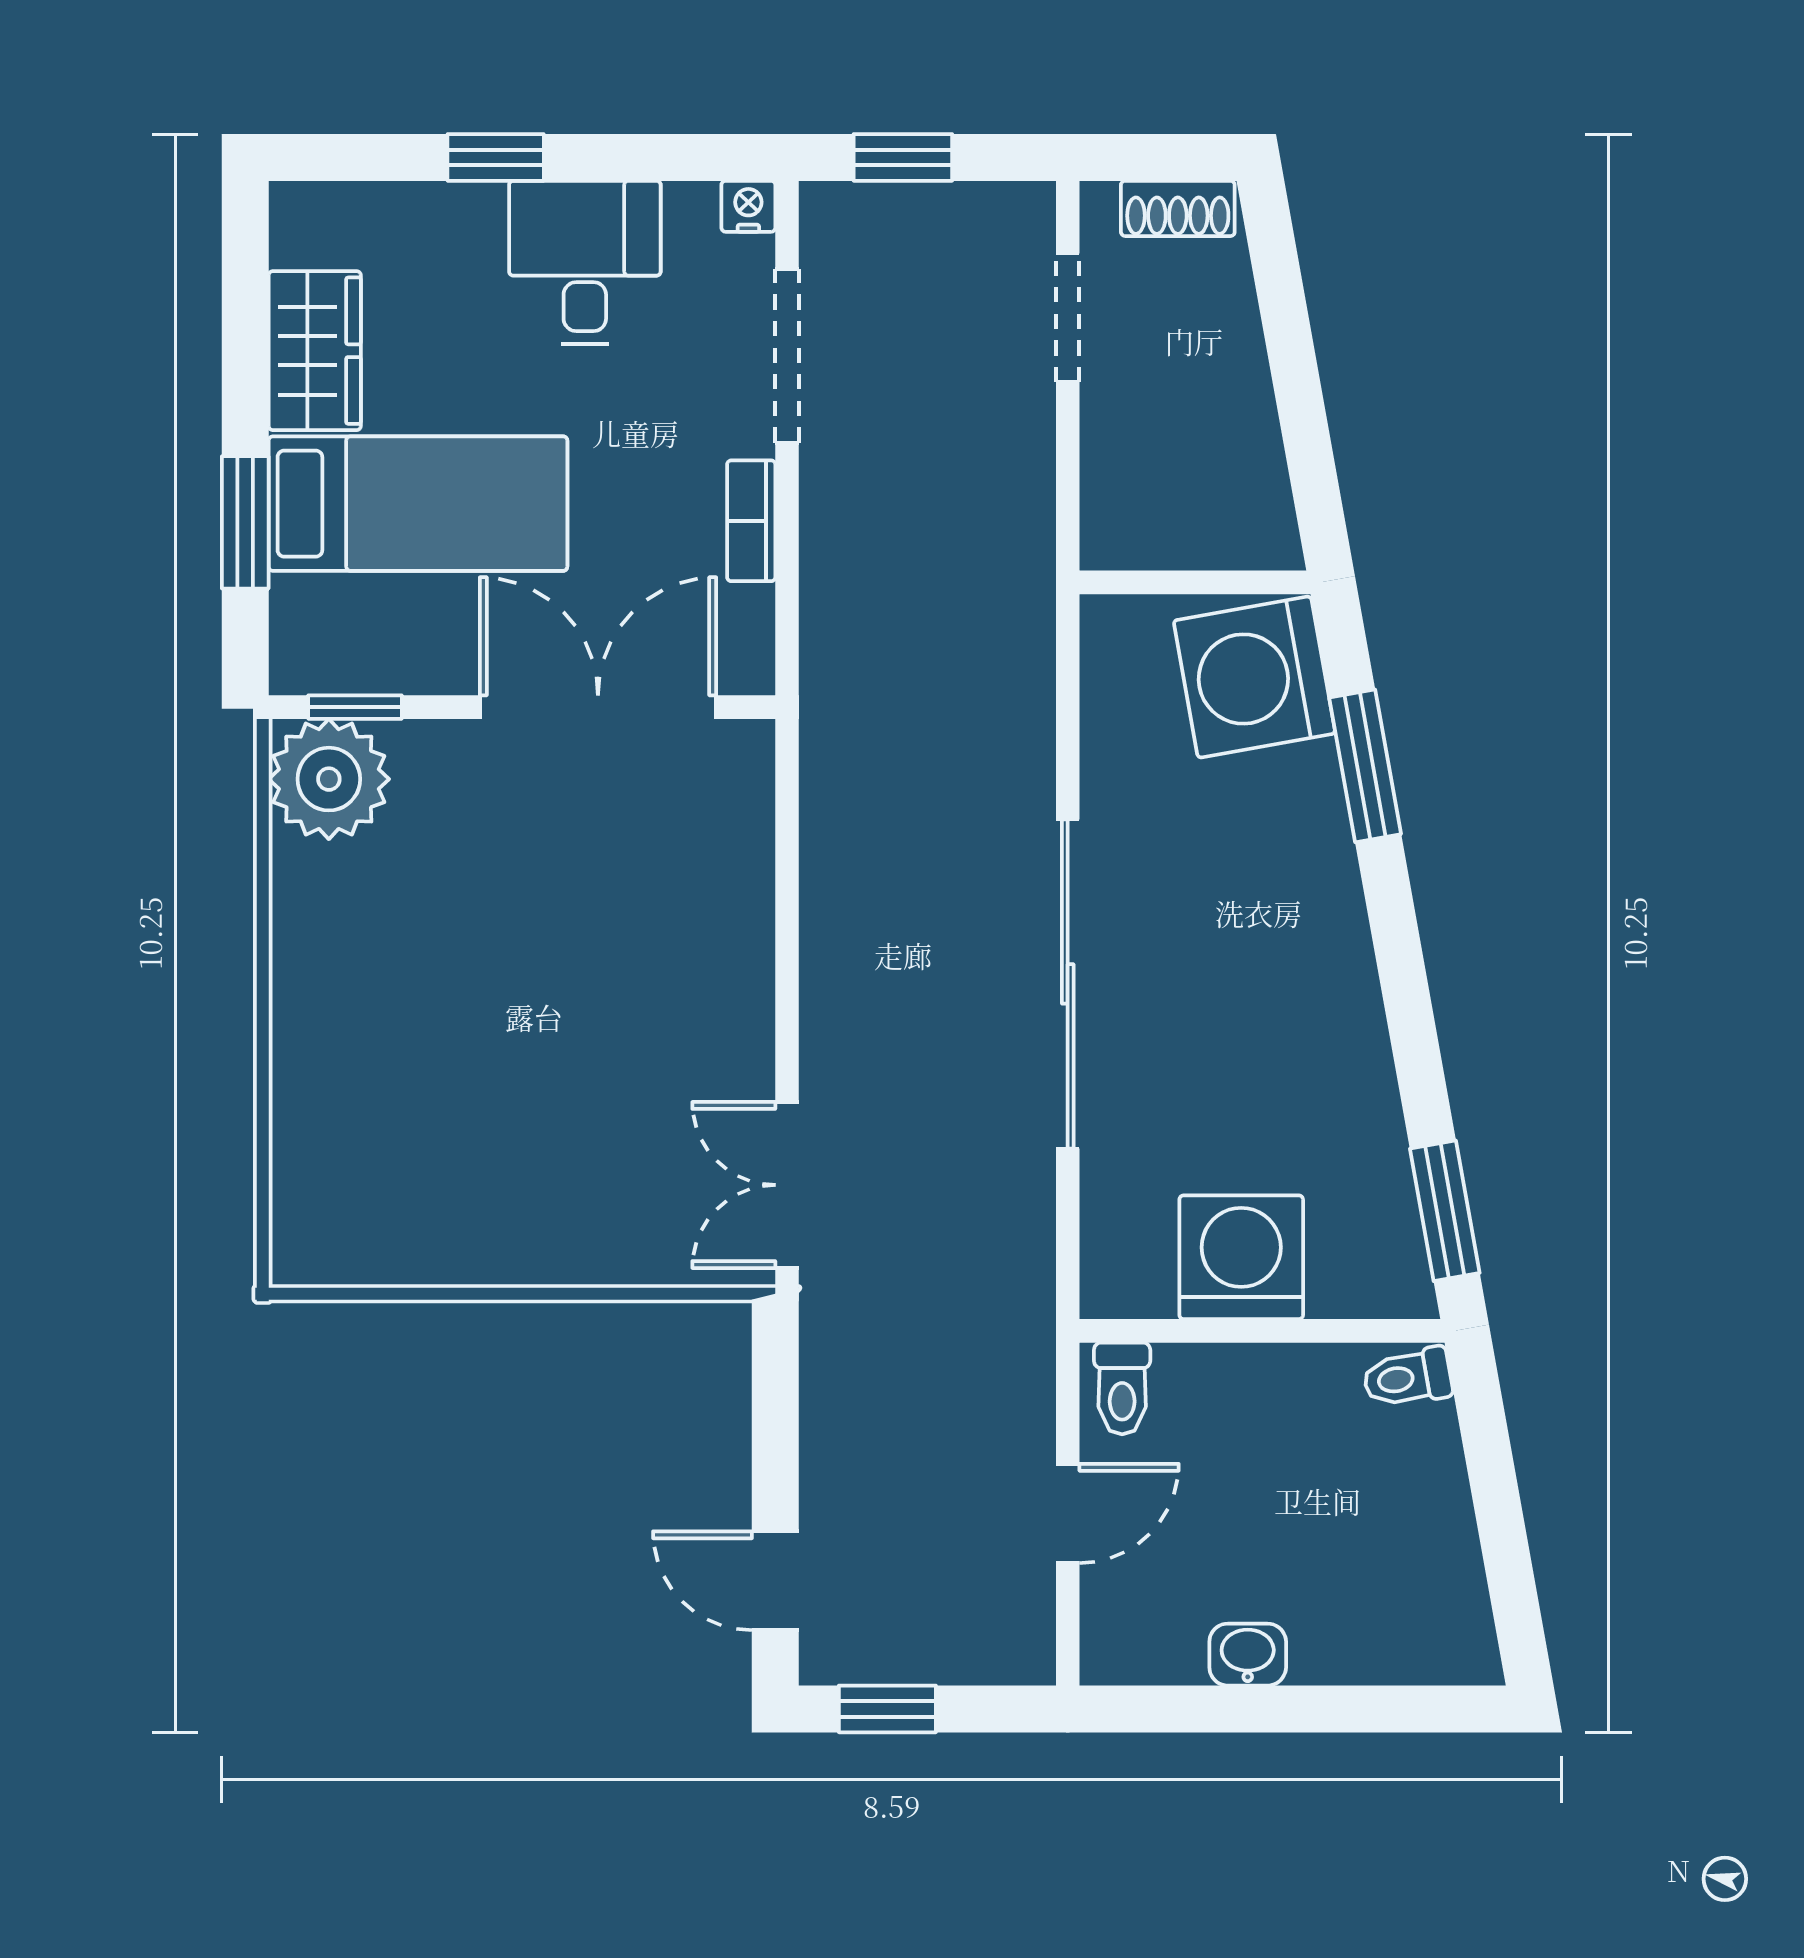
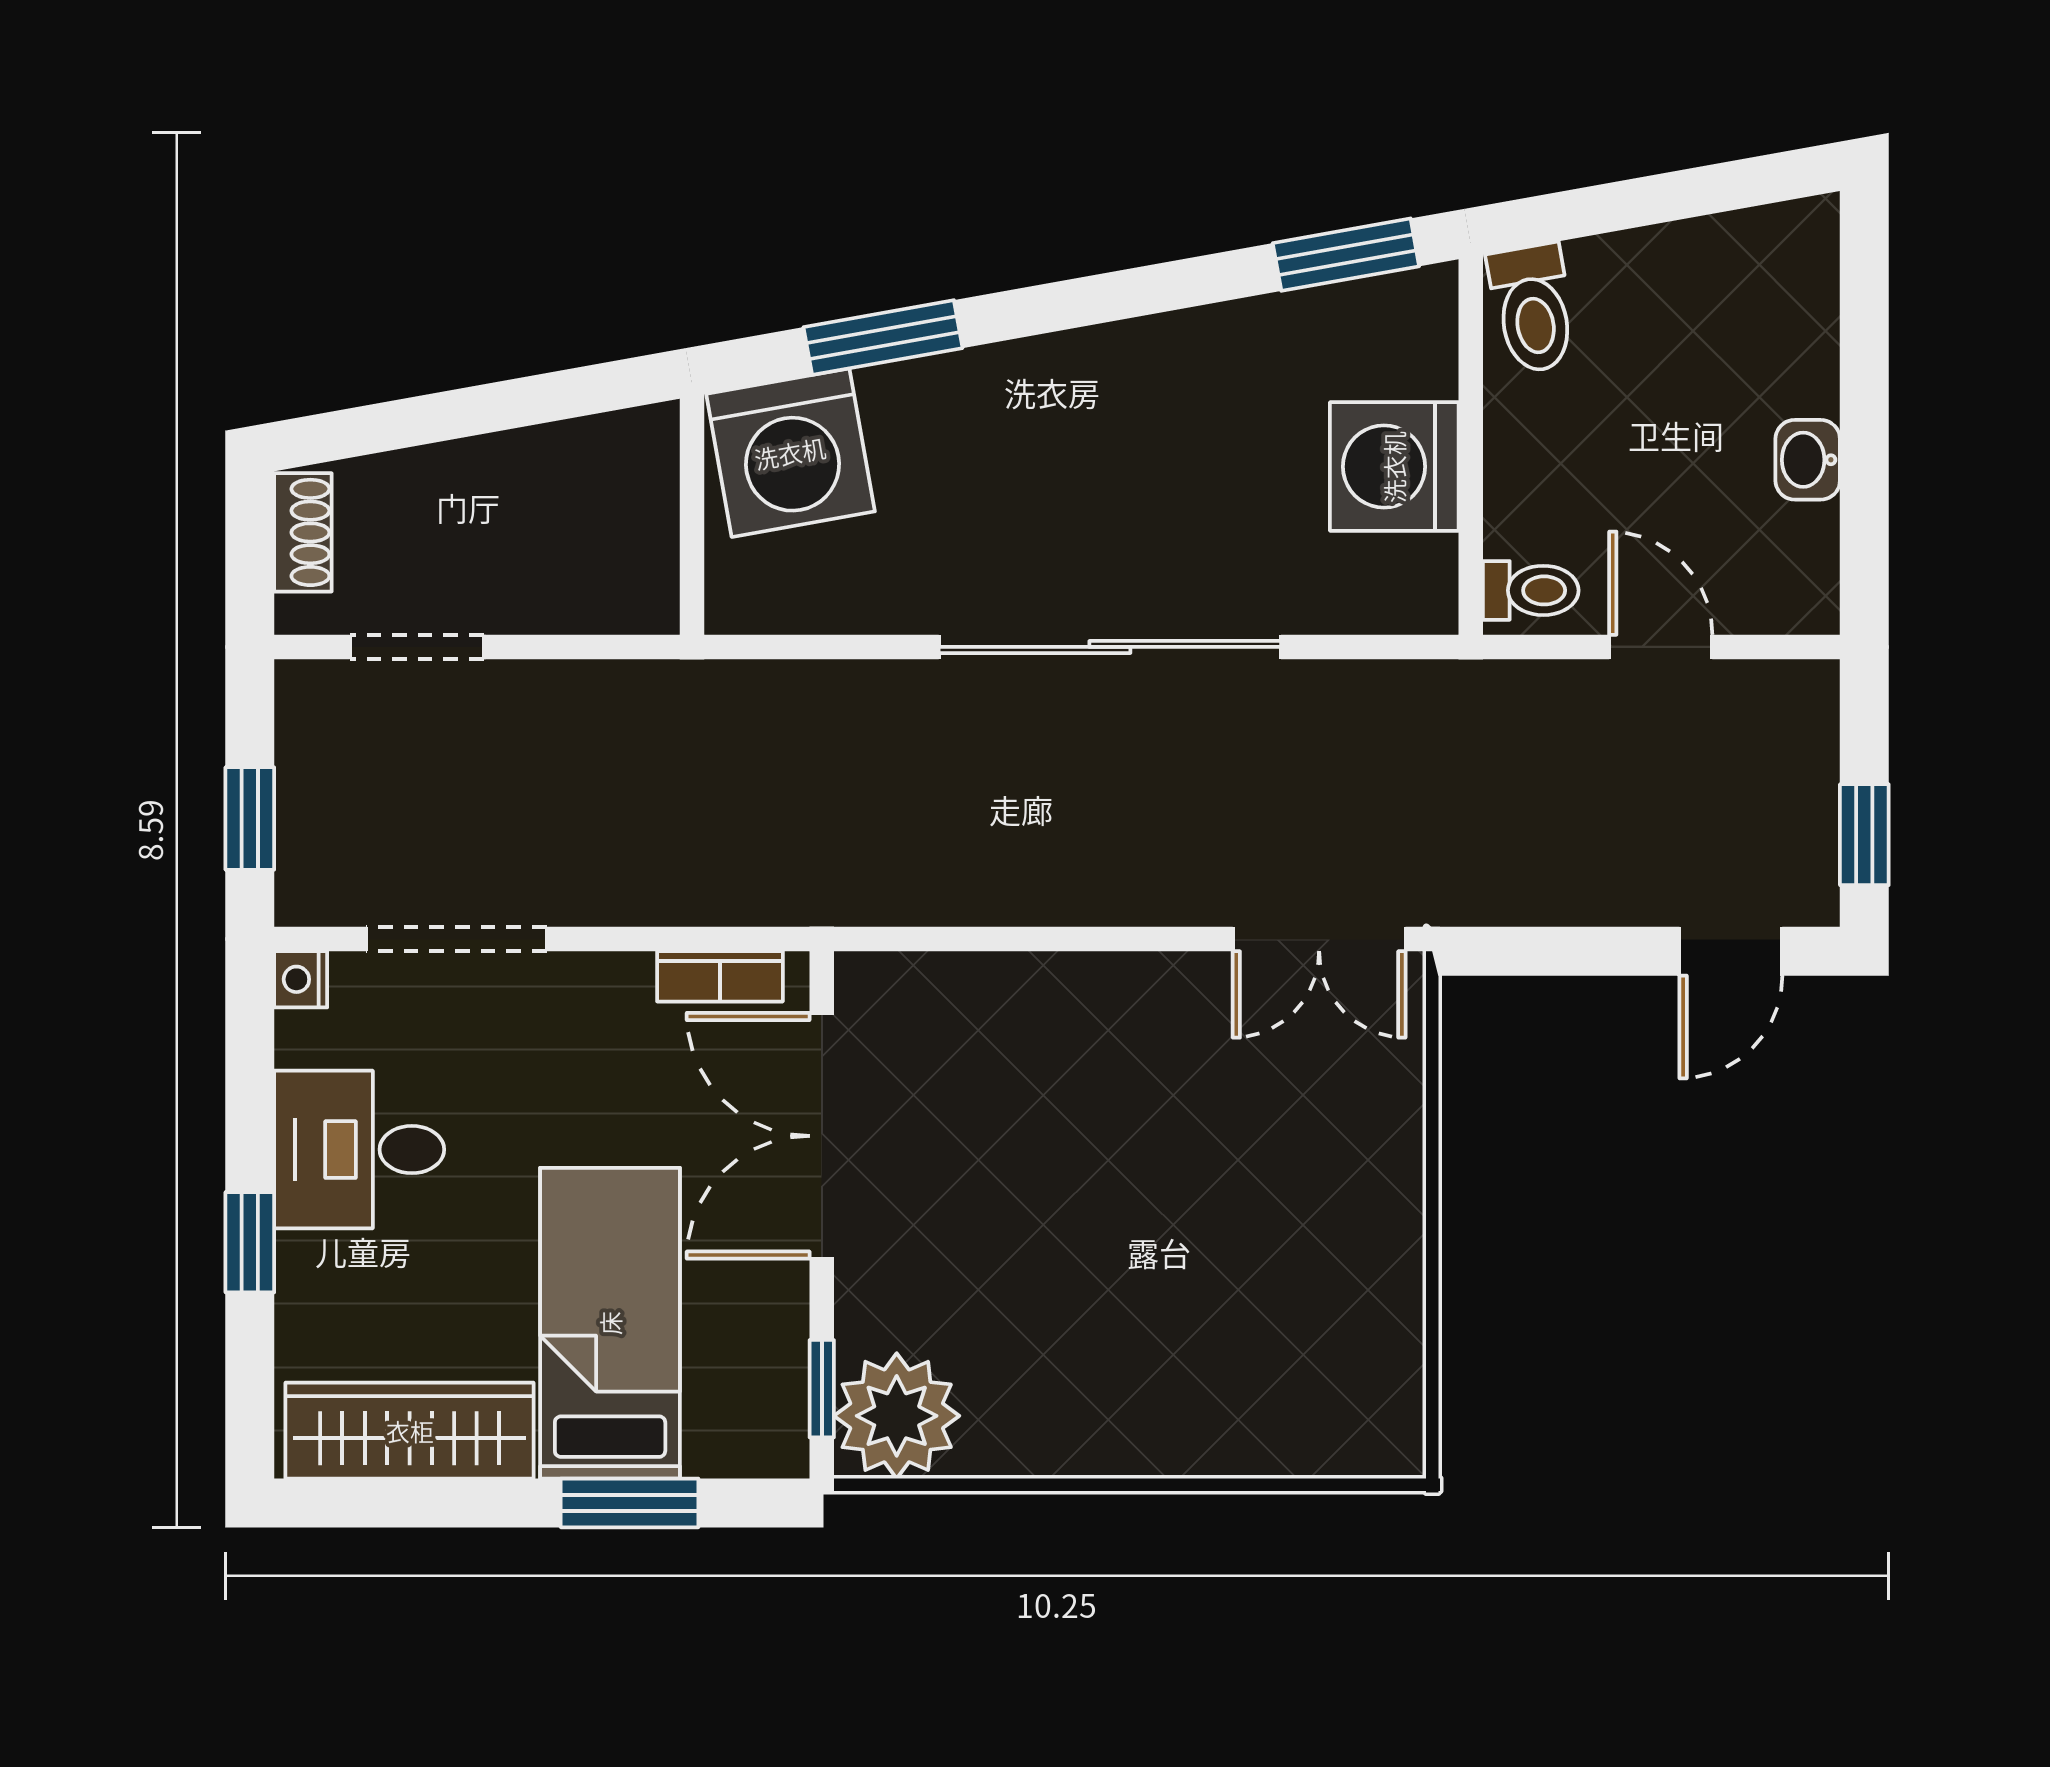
wardrobe: (315, 351) -> (410, 1431), width x1.50
bookcase: (751, 521) -> (720, 976), moved
toilet: (1408, 1378) -> (1533, 308), width x1.37, depth x1.39

